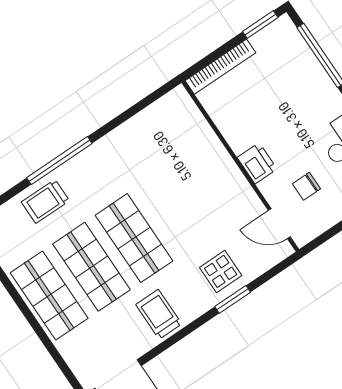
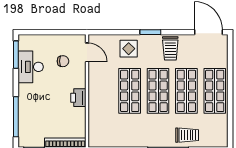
printer: (257, 163) -> (78, 98), moved
shop shelf: (176, 209) -> (130, 91), added
window: (233, 299) -> (150, 32), moved

